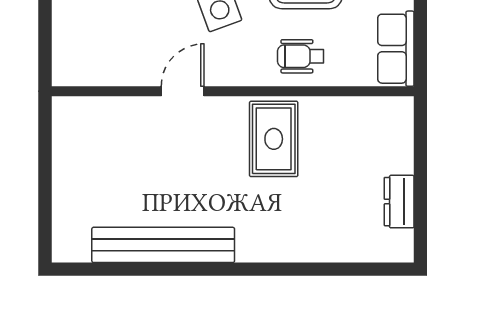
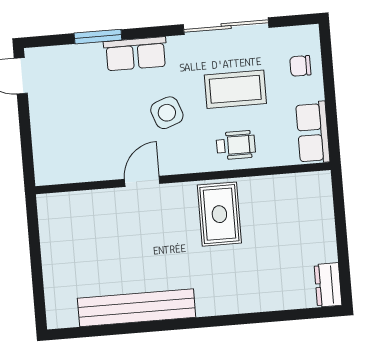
wheelchair: (301, 56) -> (236, 145), turned 180
dresser: (399, 202) -> (328, 285), moved

